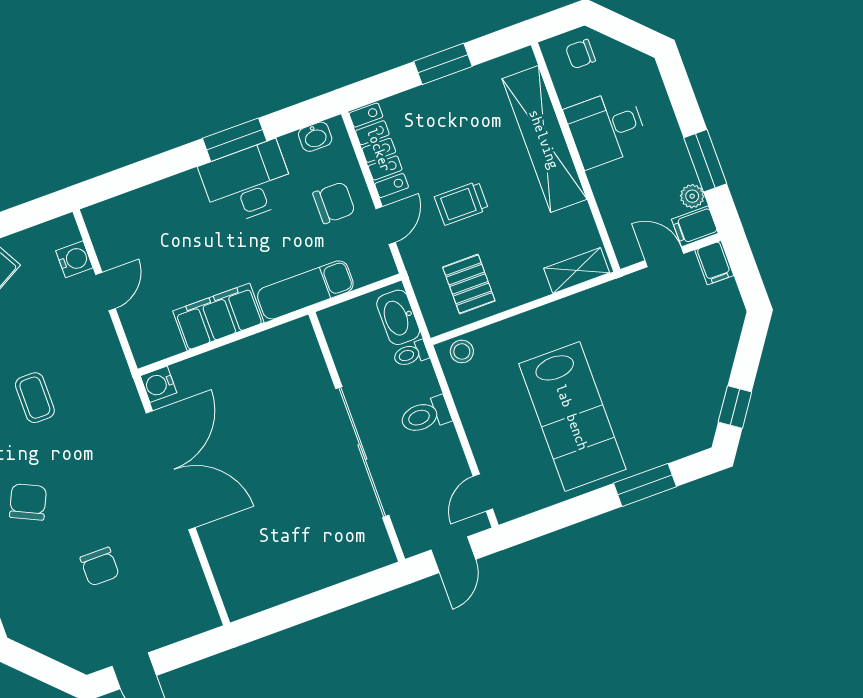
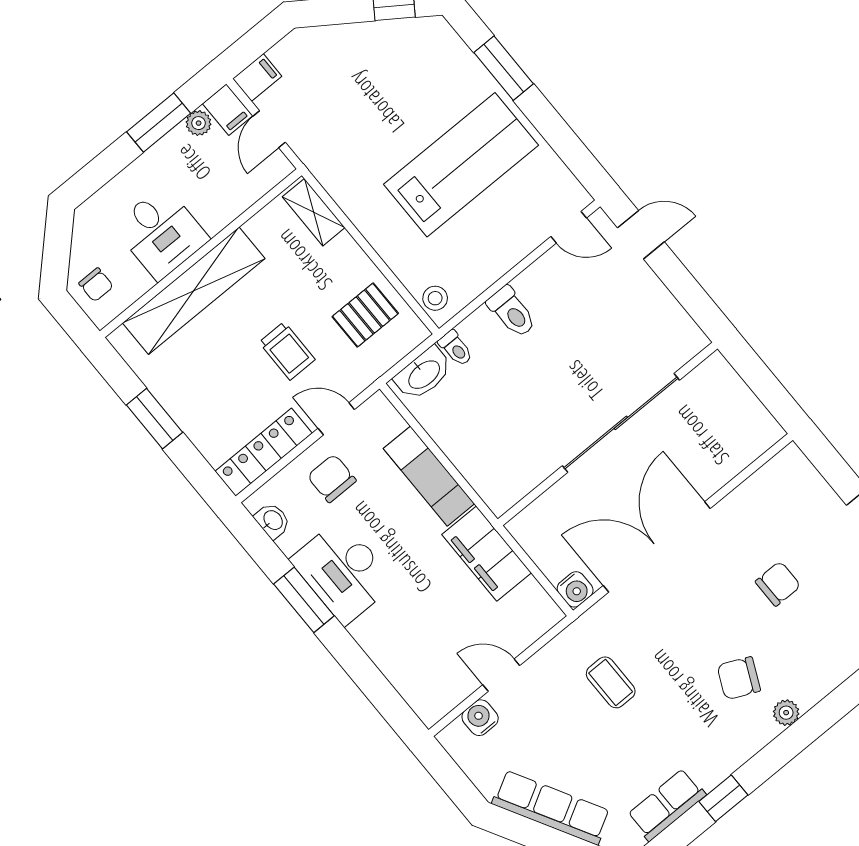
coffee table: (35, 398) -> (611, 682), moved, turned 90
wall: (357, 437) -> (608, 434), moved
sliding door: (362, 452) -> (621, 423), moved

